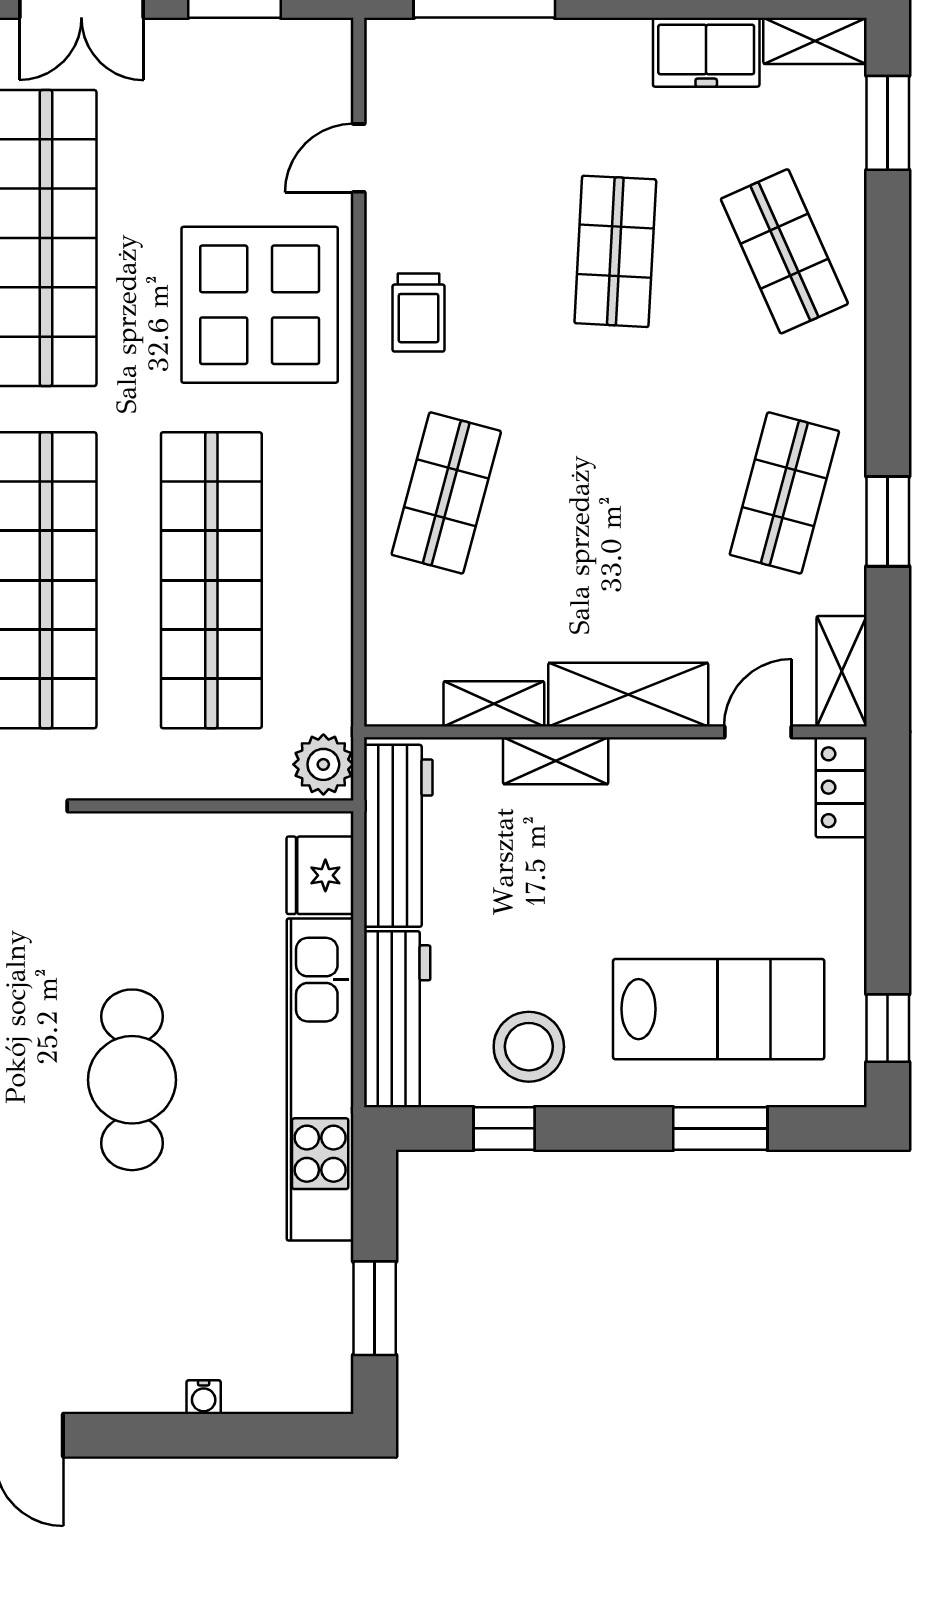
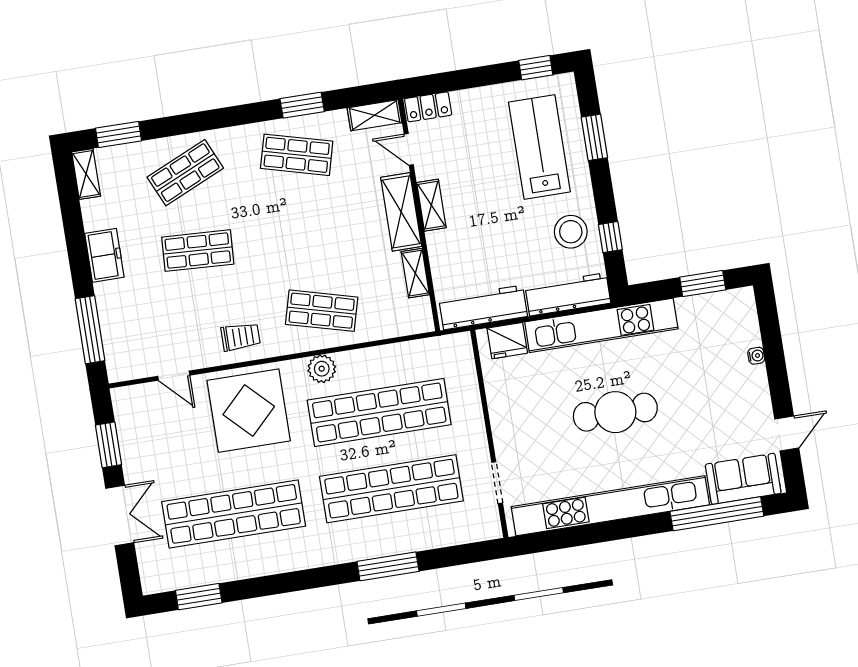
freezer: (706, 52) -> (104, 255), moved
shelving: (556, 761) -> (431, 205), moved
plant: (323, 764) -> (322, 369), moved

